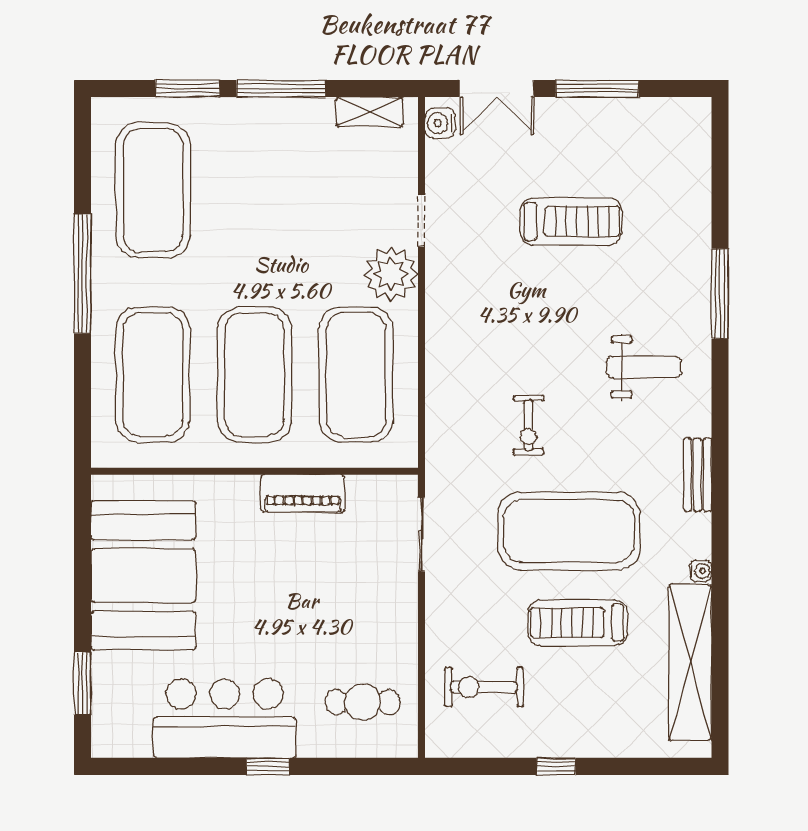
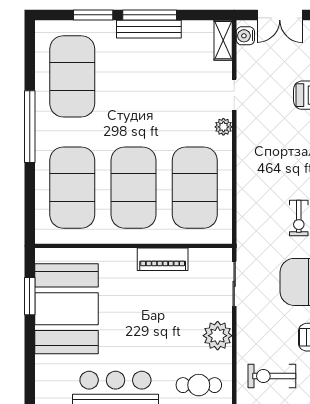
bench: (280, 112) -> (149, 29), added
shelving: (369, 112) -> (223, 40), moved, turned 90
plant: (391, 274) -> (223, 127), width x0.53, depth x0.53
plant: (394, 620) -> (218, 336), added
window: (82, 683) -> (30, 296), moved

